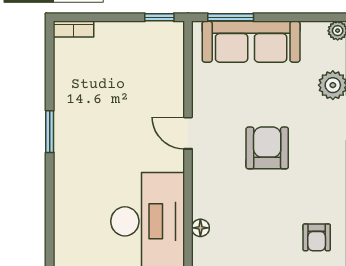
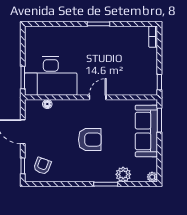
armchair: (317, 237) -> (42, 166), turned 111

